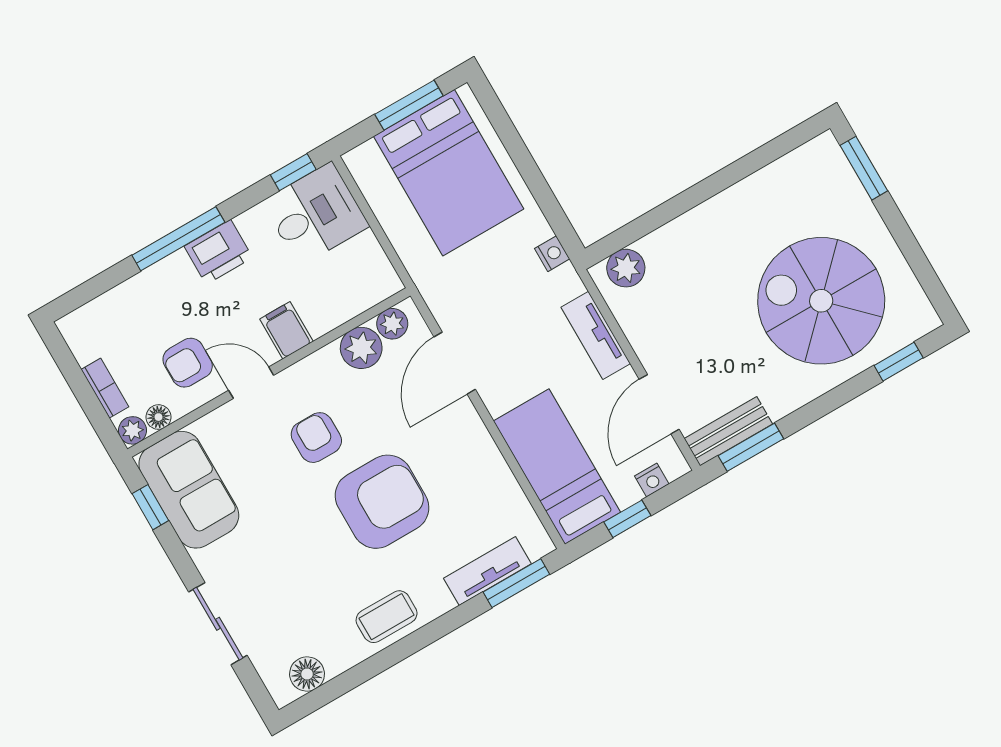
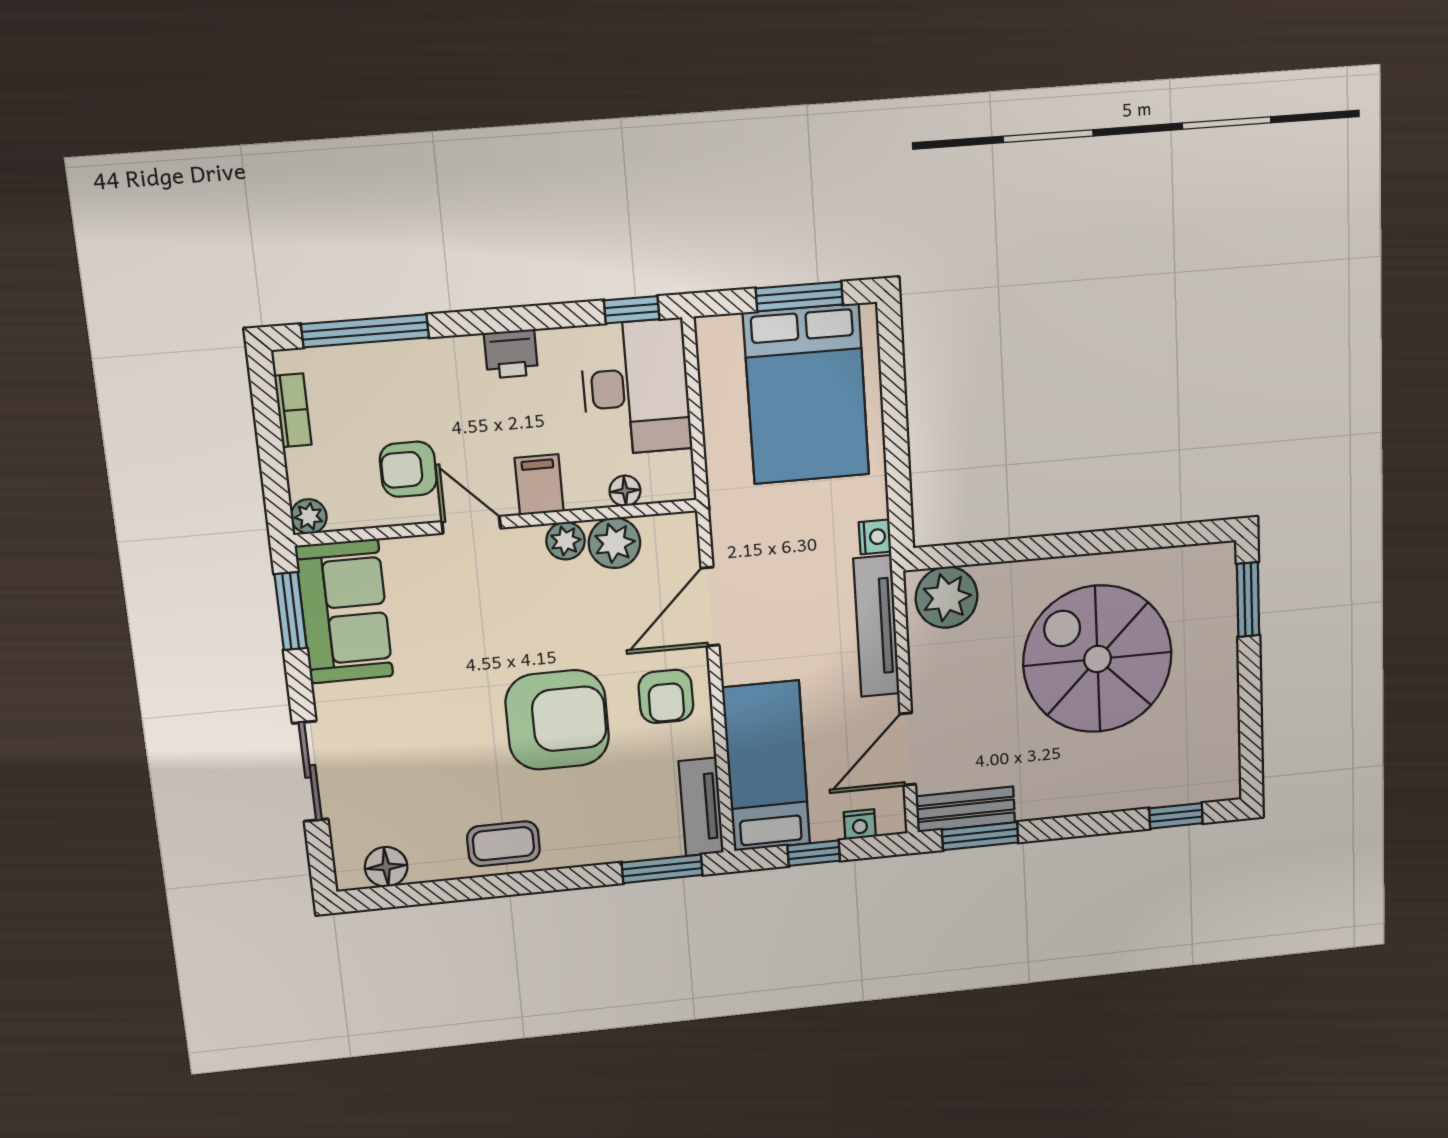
desk: (316, 214) -> (636, 387), width x1.37
window: (178, 239) -> (365, 331), moved
printer: (218, 252) -> (511, 354), width x0.73, depth x0.81
plant: (626, 268) -> (947, 597), width x1.36, depth x1.36
spiral stairs: (821, 301) -> (1097, 659), moved
plant: (392, 324) -> (566, 541), moved
tv unit: (596, 335) -> (876, 626), width x1.41
bookcase: (105, 388) -> (293, 410), moved
floor lamp: (158, 417) -> (625, 491), moved
armchair: (316, 438) -> (666, 696), moved, turned 180
window: (150, 507) -> (291, 611), width x1.50
tv unit: (487, 571) -> (701, 807), moved, turned -90

